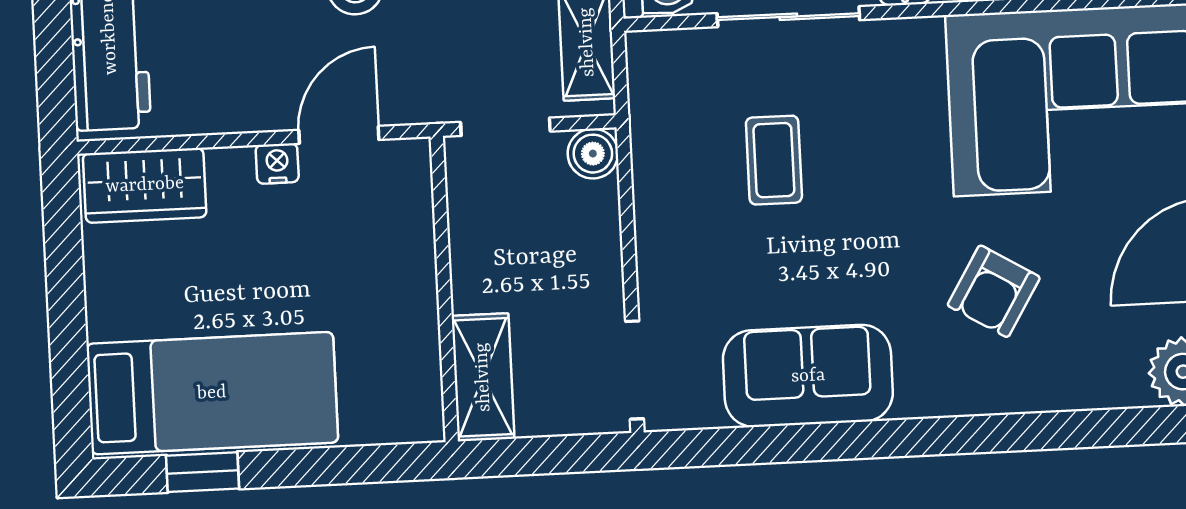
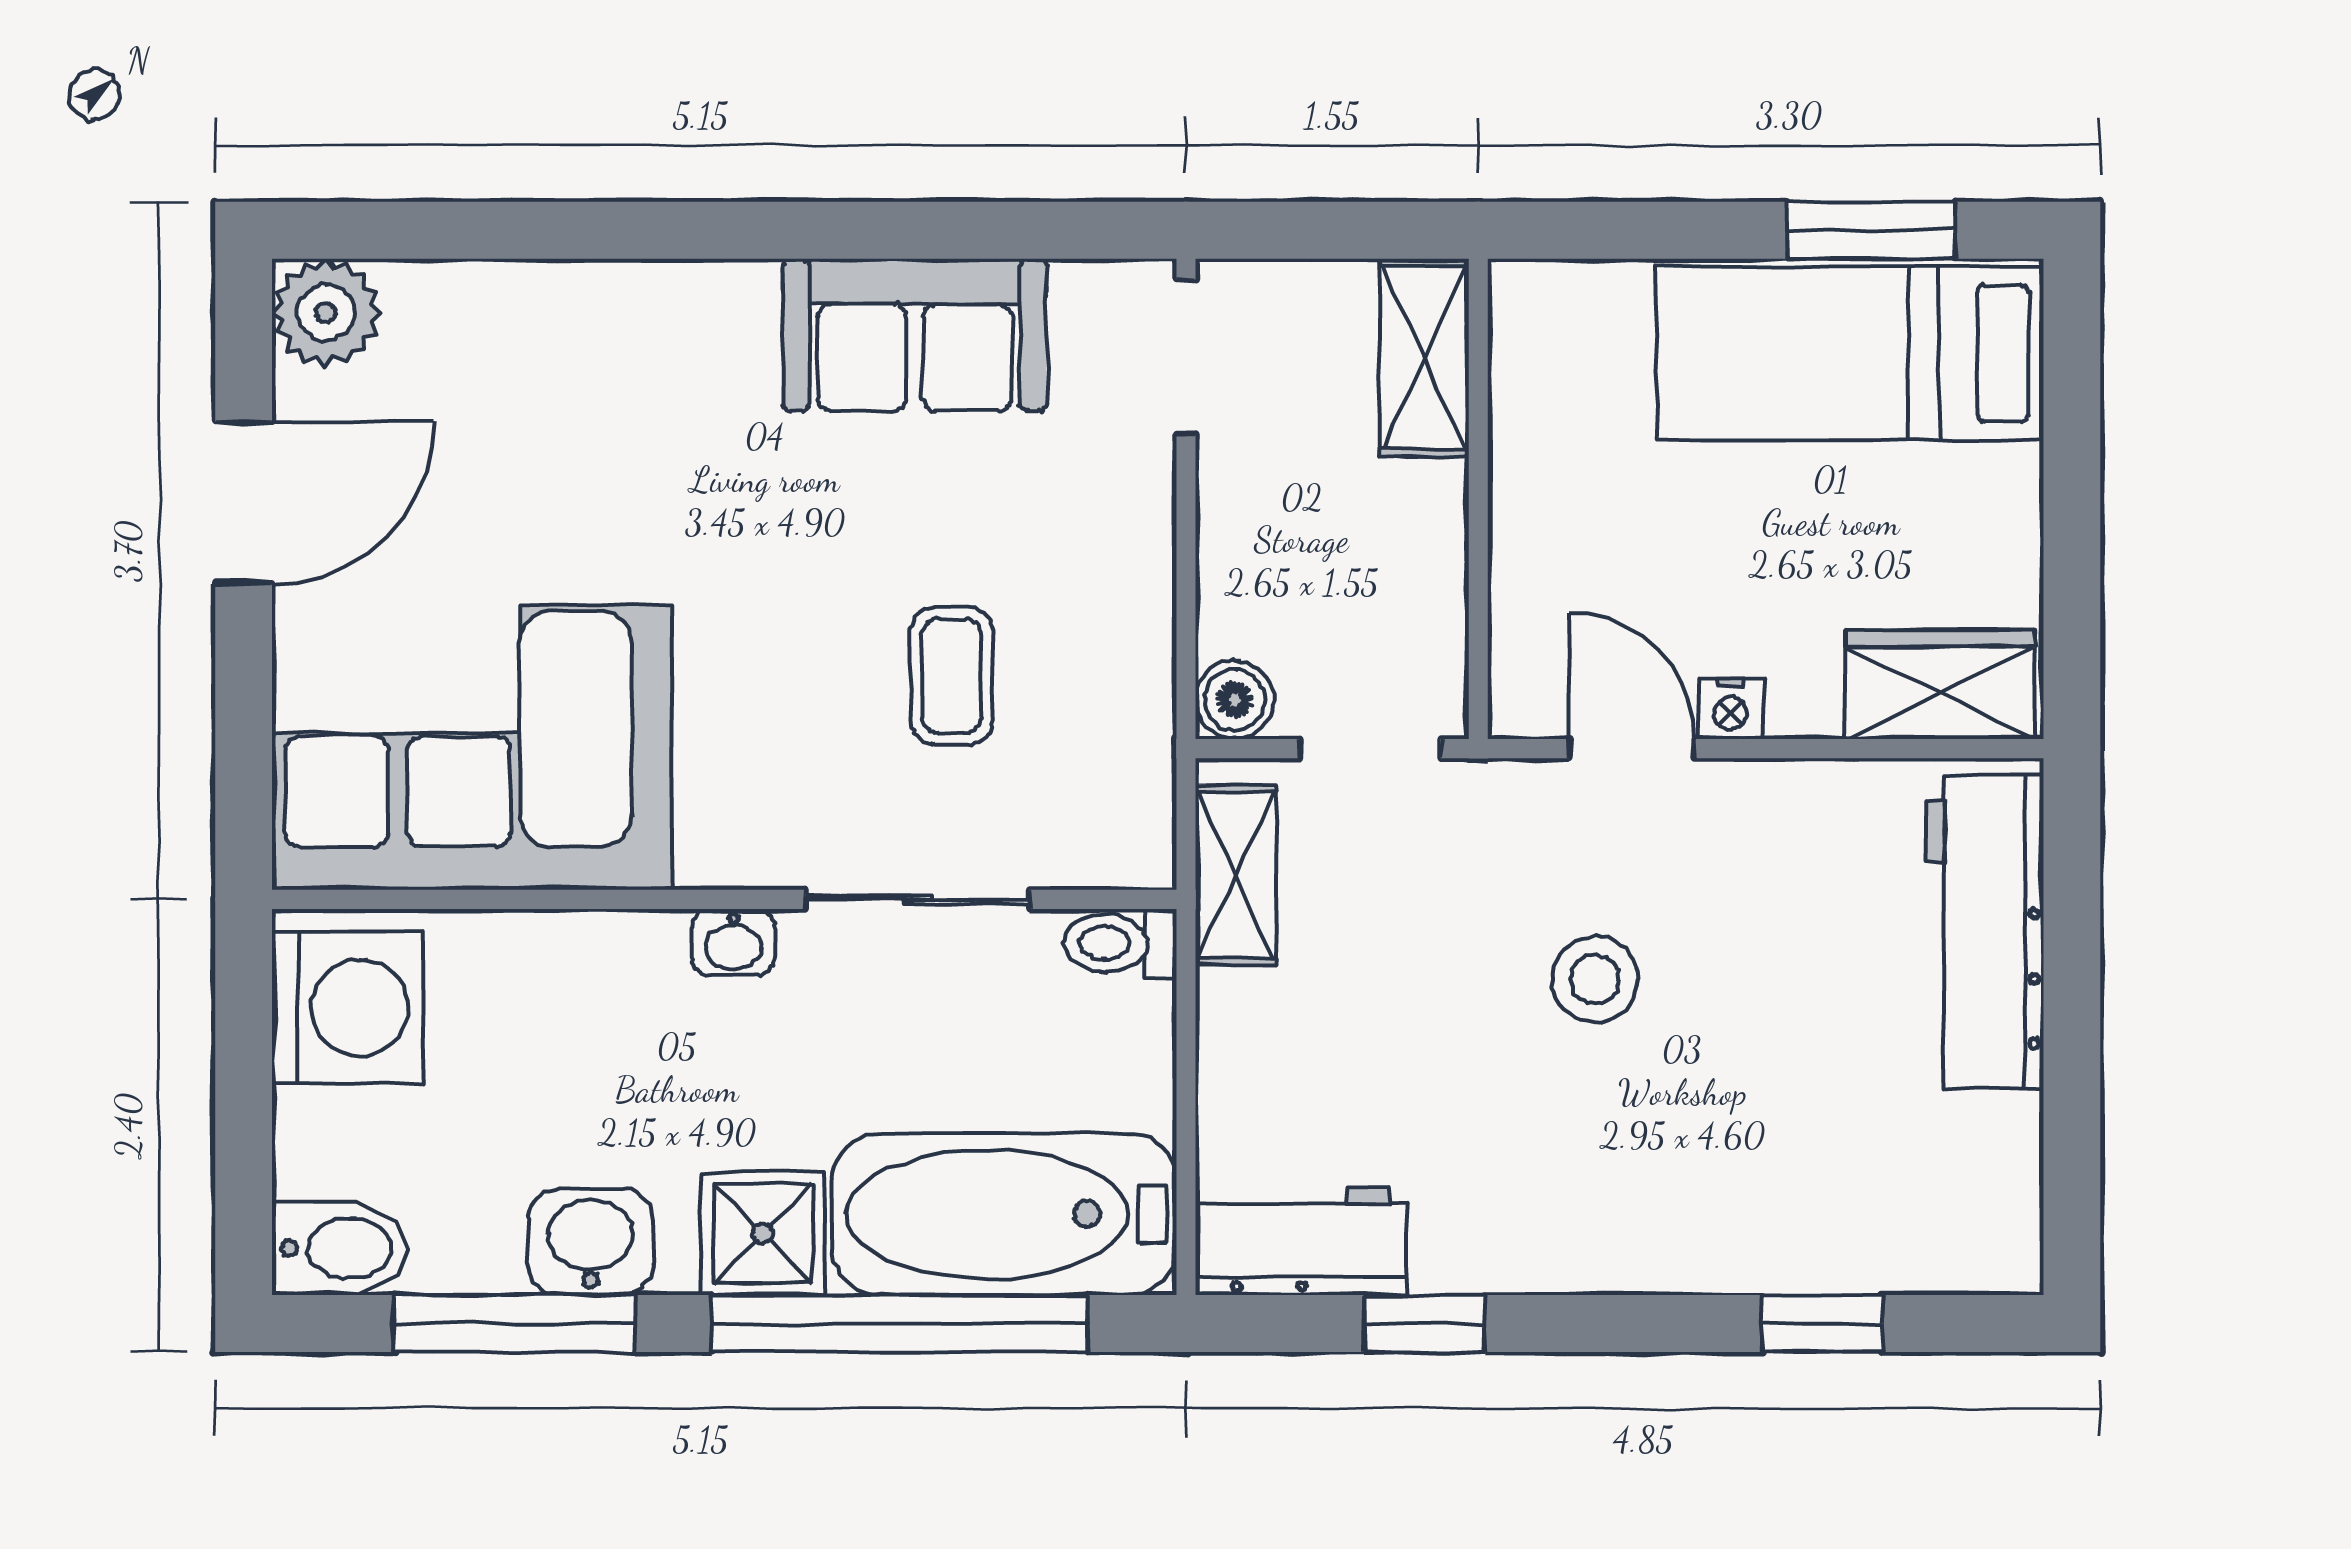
door: (339, 135) -> (1632, 749), swing flipped
armchair: (994, 291) -> (617, 453), removed
window: (203, 472) -> (1871, 230), width x1.50

